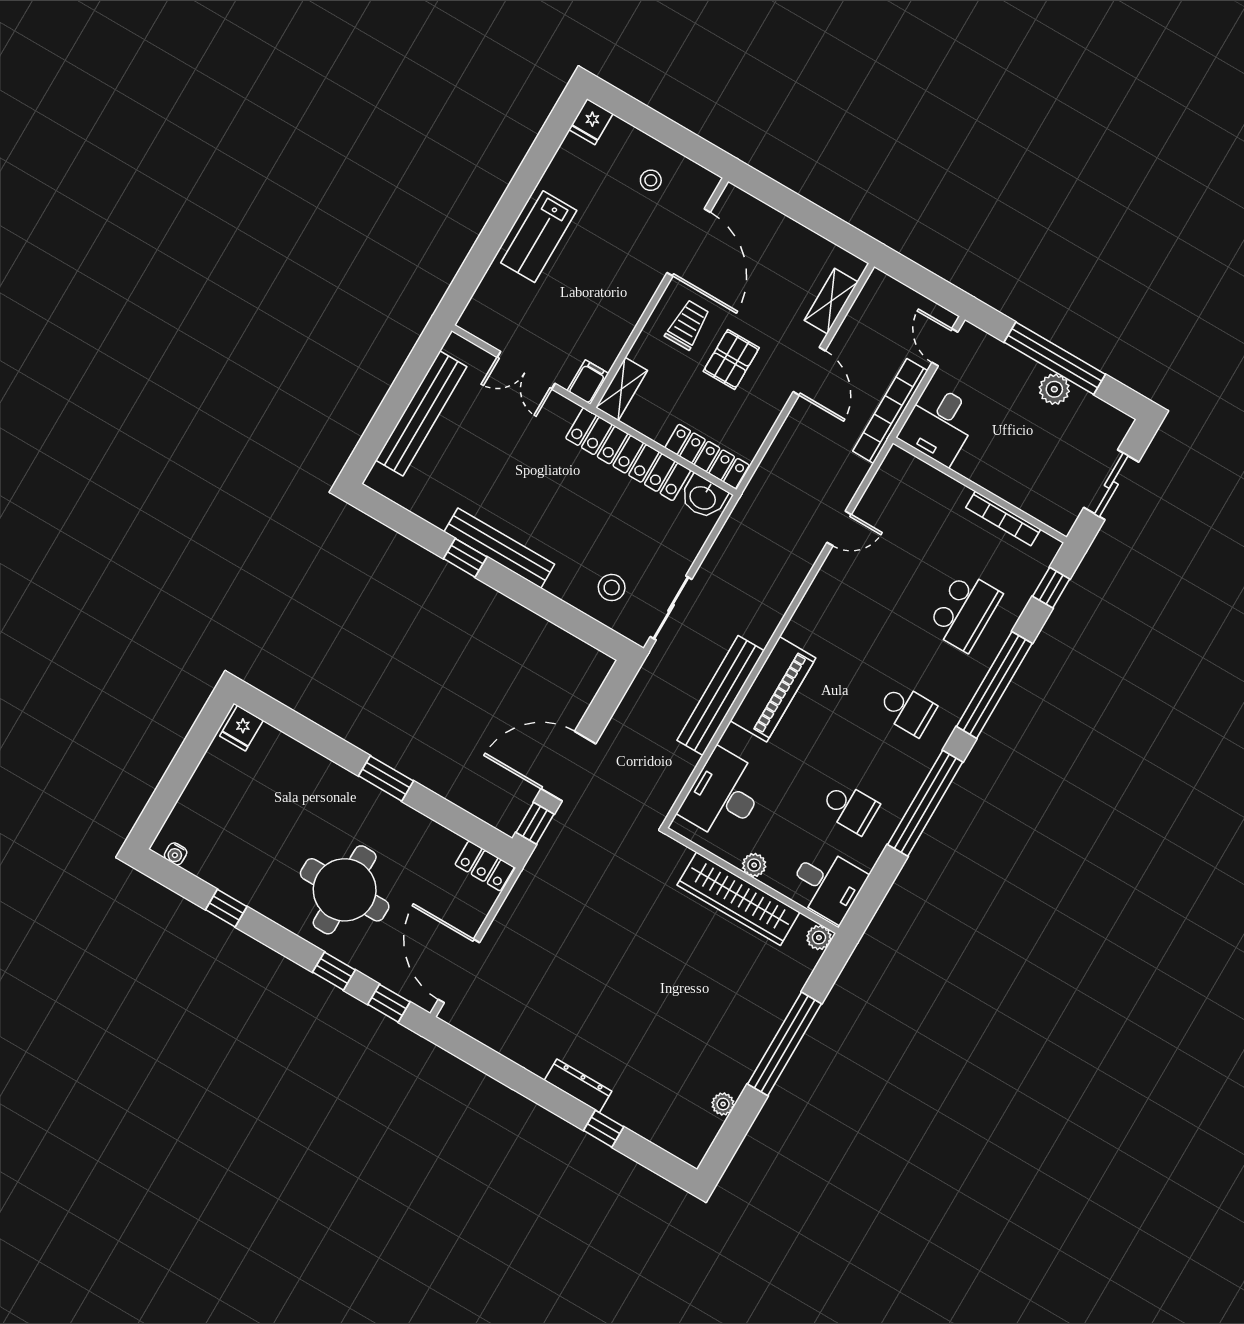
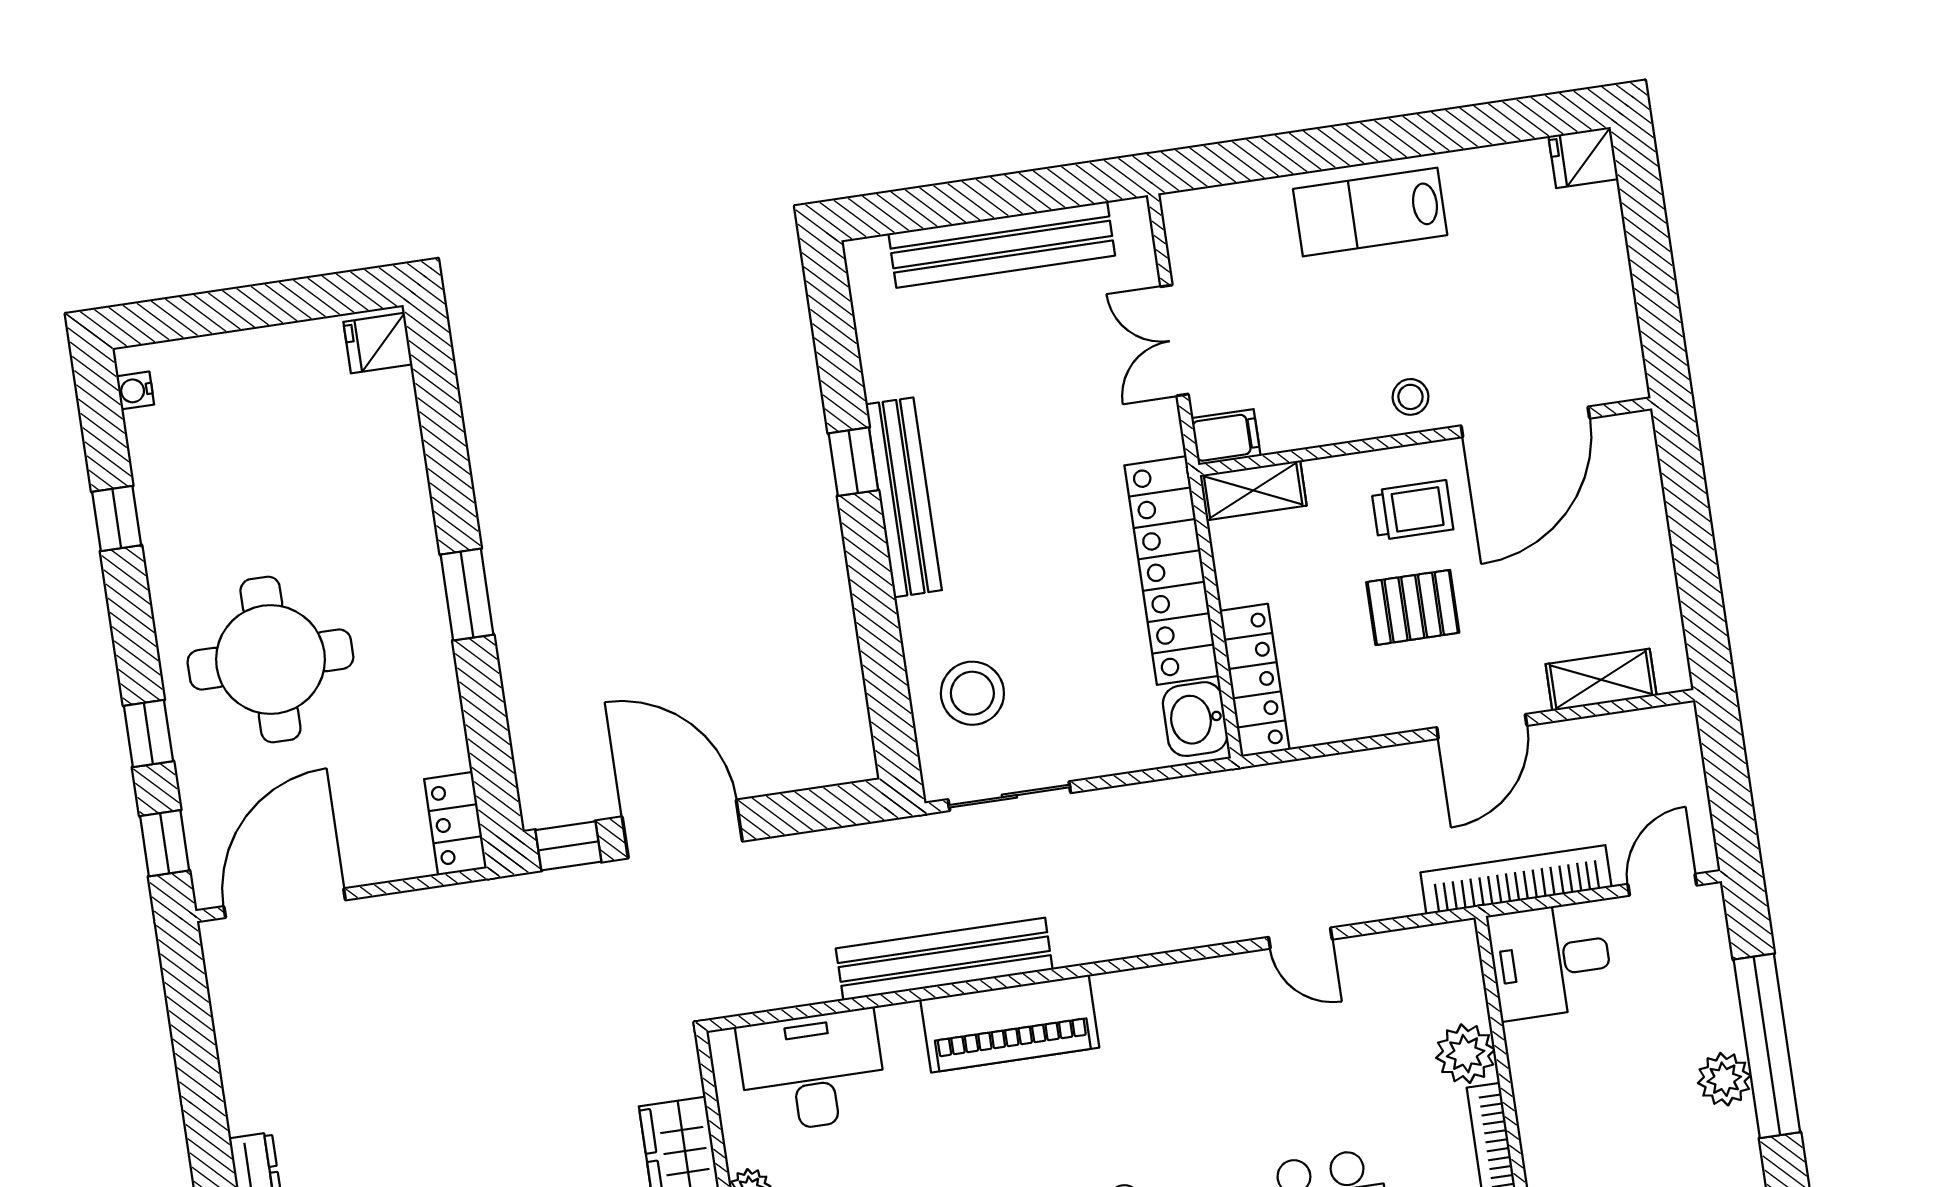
stool: (651, 180) -> (1410, 397), moved
plant: (950, 496) -> (1466, 1054), added
stool: (612, 588) -> (972, 693), width x1.38, depth x1.38

